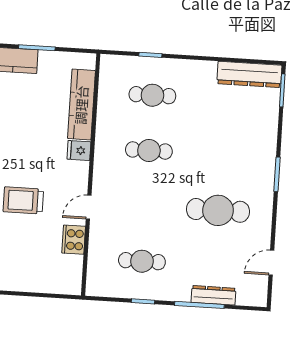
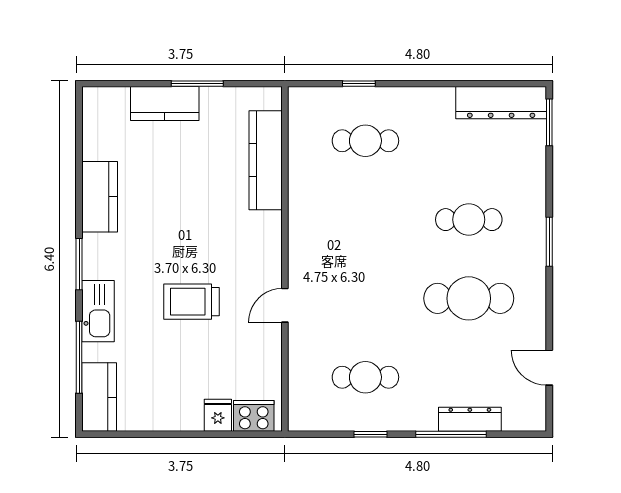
fridge: (79, 150) -> (218, 415), moved, turned 90
cafe table: (149, 151) -> (469, 220), moved
cooker: (74, 240) -> (254, 416), moved, turned 90
door: (271, 263) -> (549, 368), hinge flipped

